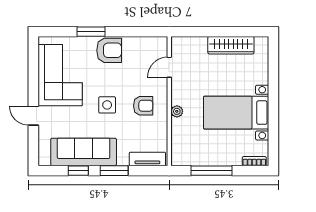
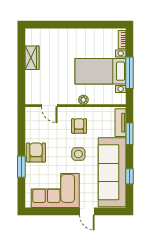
wardrobe: (231, 45) -> (32, 58), width x0.67
bed with nightstands: (236, 113) -> (100, 71), moved, turned 90
door: (33, 116) -> (87, 211), hinge flipped
sofa: (84, 152) -> (112, 172), width x1.36, depth x1.27
window: (114, 171) -> (129, 134), moved

